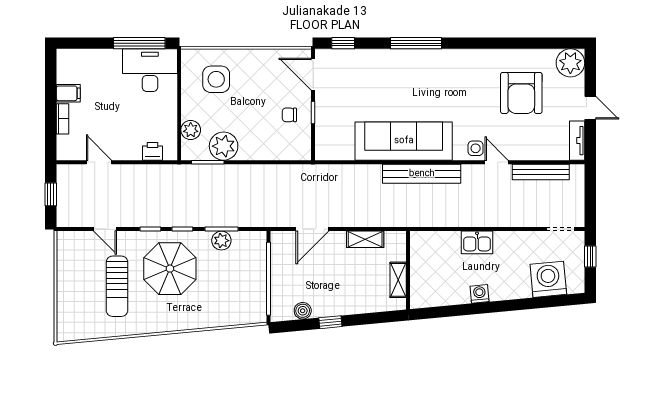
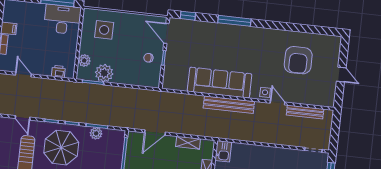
plant: (570, 63) -> (332, 44), removed
tv unit: (577, 141) -> (330, 95), removed
kitchen sink: (477, 242) -> (223, 151), moved, turned -90

